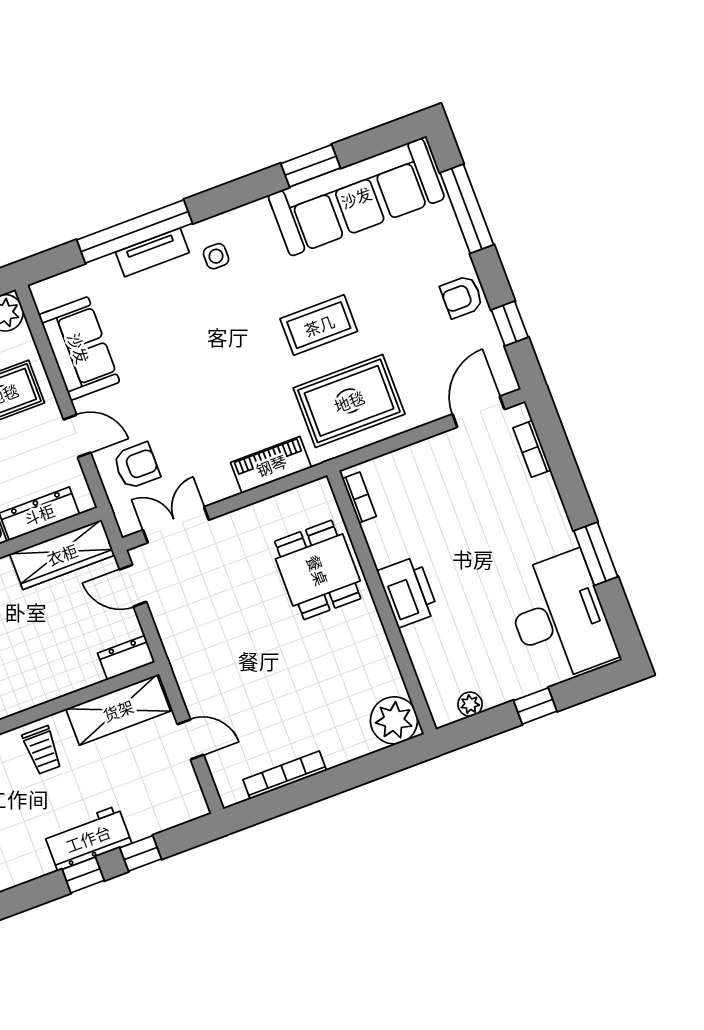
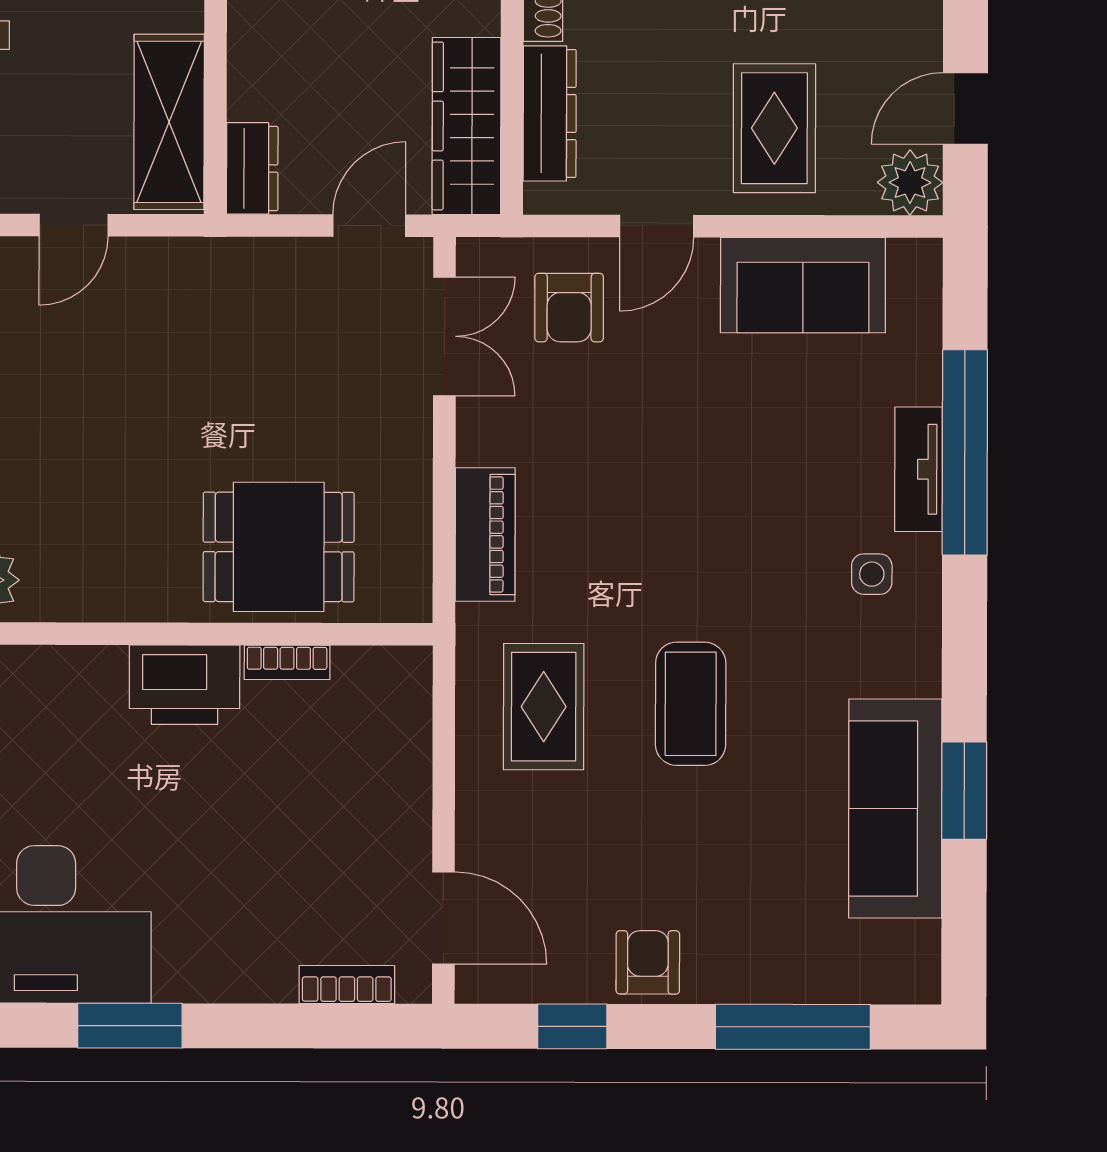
sofa: (356, 197) -> (895, 809), width x0.74, depth x0.79
rug: (349, 401) -> (544, 707), width x0.73, depth x0.70
bookcase: (359, 498) -> (287, 662), moved

